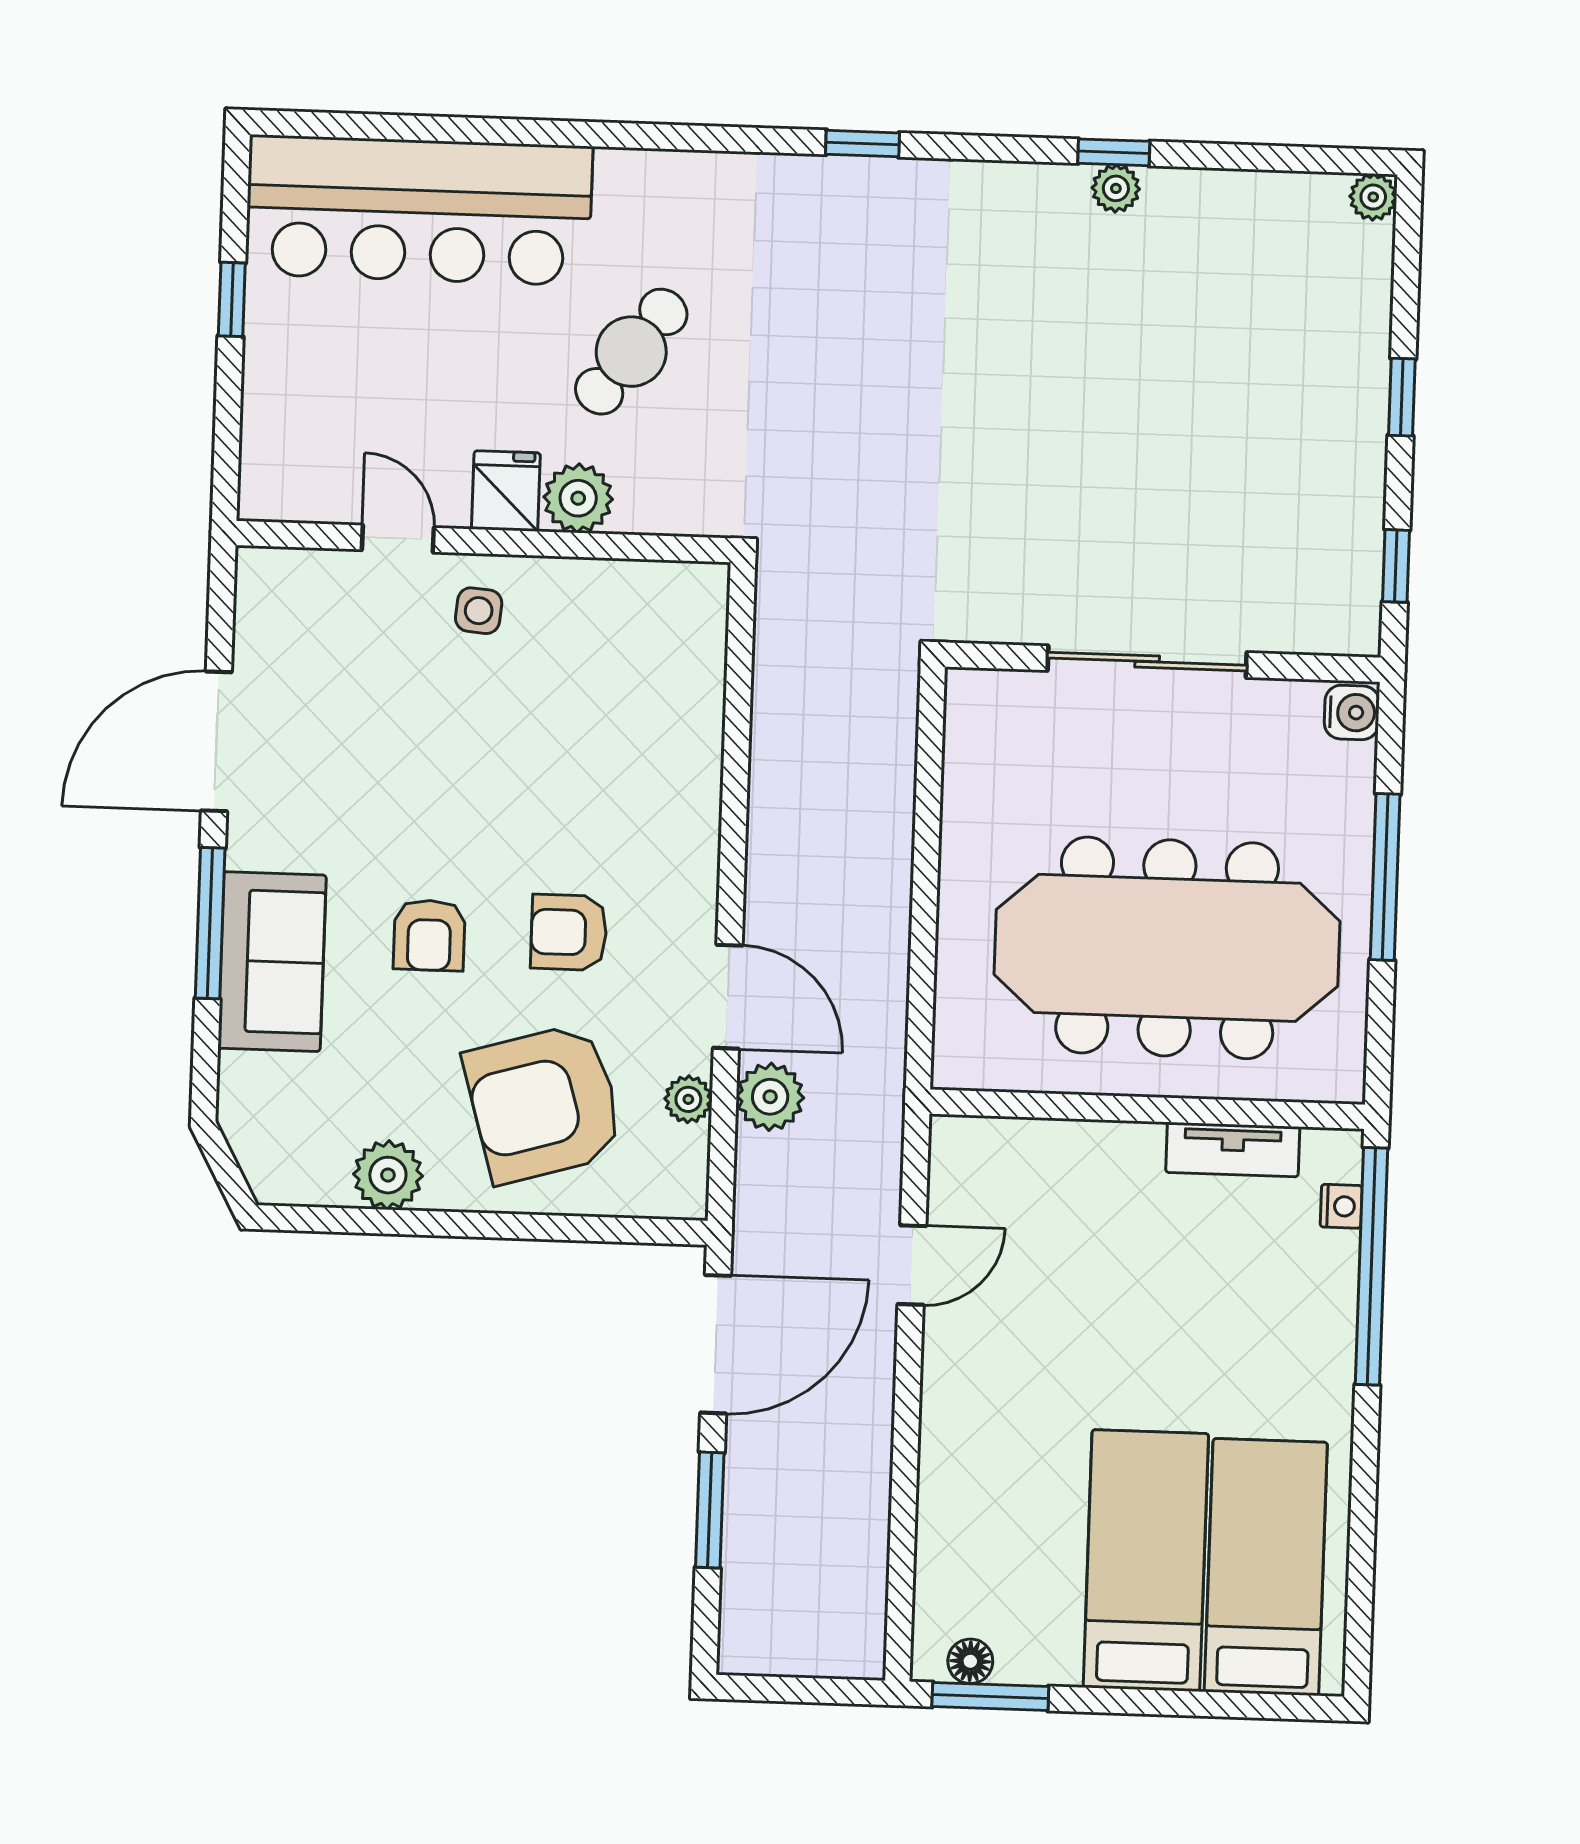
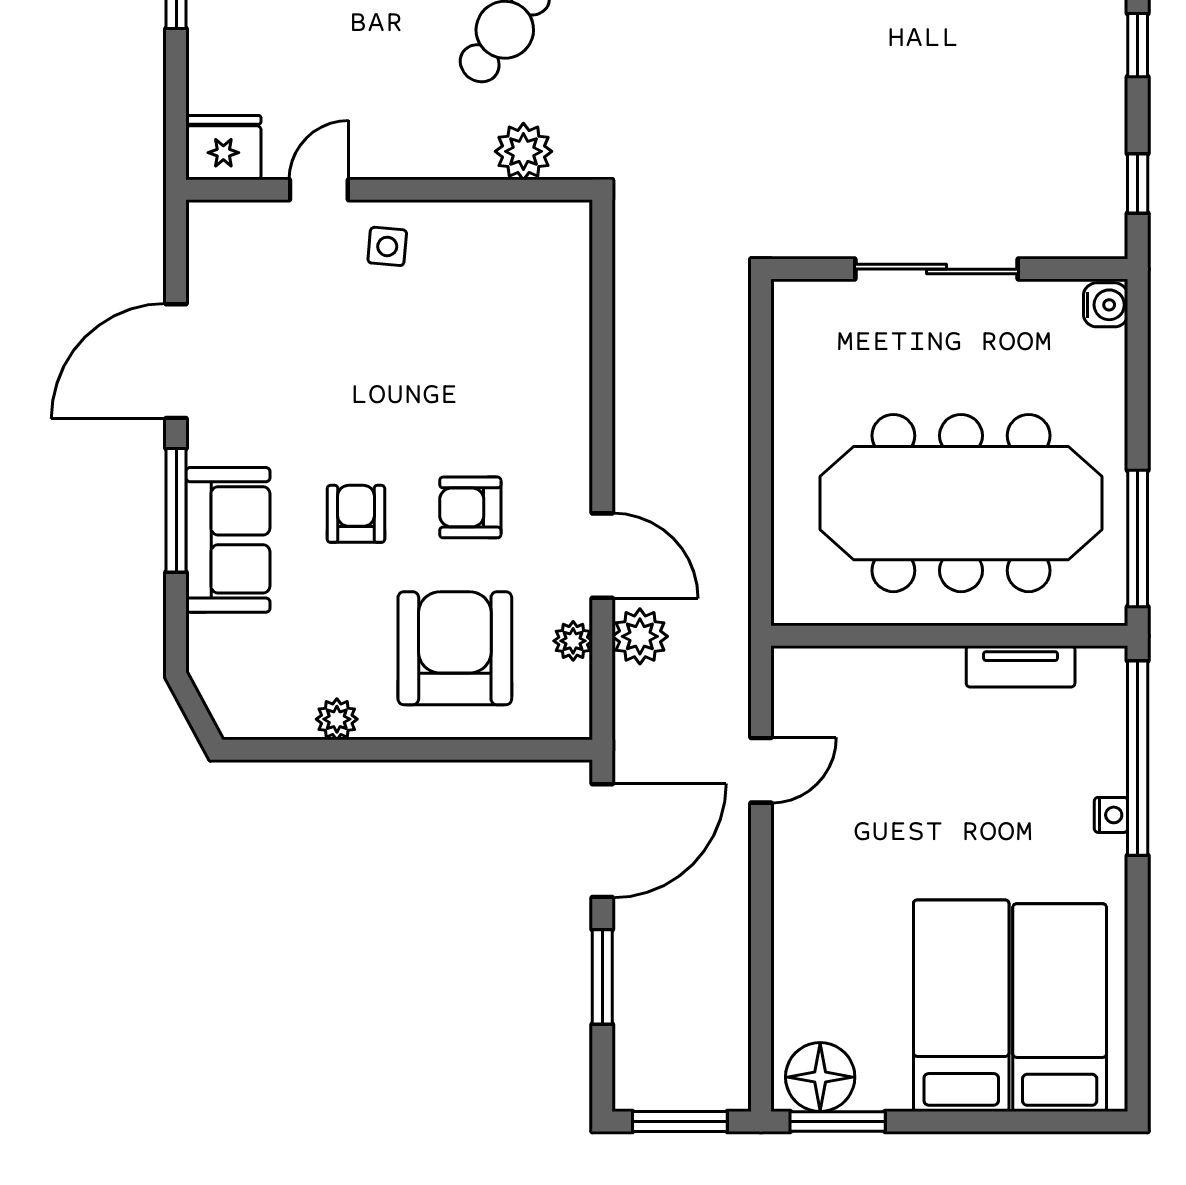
fridge: (506, 491) -> (223, 148), moved, width x1.38
plant: (578, 498) -> (523, 151), moved
door: (398, 539) -> (319, 190), hinge flipped
window: (1385, 877) -> (1138, 539), moved
armchair: (429, 935) -> (356, 514), turned 180
armchair: (544, 1103) -> (455, 648), turned 106
plant: (388, 1175) -> (337, 719), width x0.73, depth x0.73
nightstand: (1341, 1206) -> (1111, 815), moved
floor lamp: (970, 1661) -> (820, 1077), width x1.89, depth x1.89
window: (798, 1690) -> (680, 1122), added

